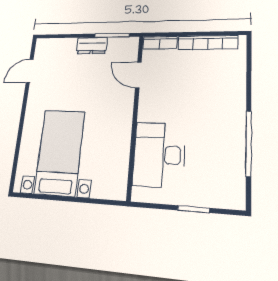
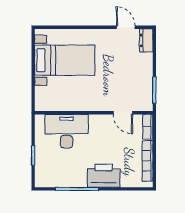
dresser: (92, 45) -> (146, 40), moved
door: (138, 75) -> (123, 113), swing flipped
printer: (228, 103) -> (104, 176), added

